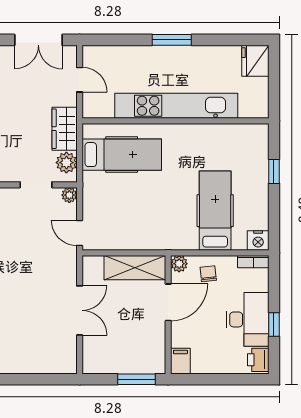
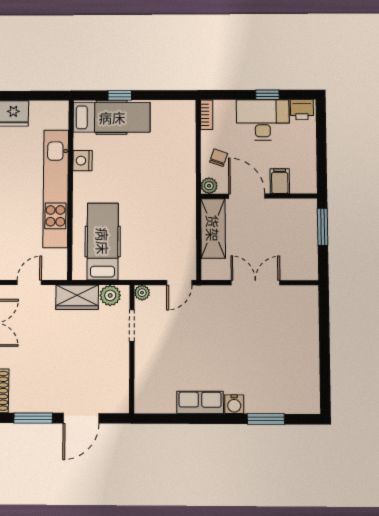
hospital bed: (215, 211) -> (112, 117), moved, turned 180
nightstand: (258, 241) -> (82, 161), moved, turned 180
chair: (208, 274) -> (219, 158), turned 115
filing cabinet: (180, 361) -> (280, 181), moved, turned 90

